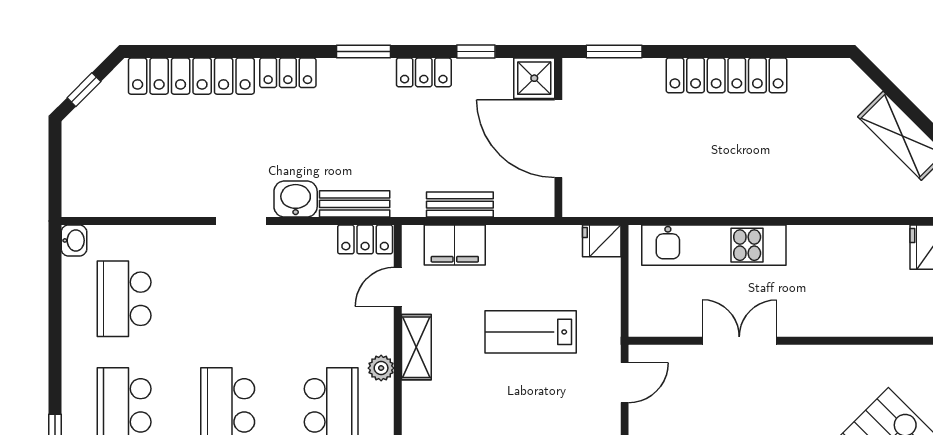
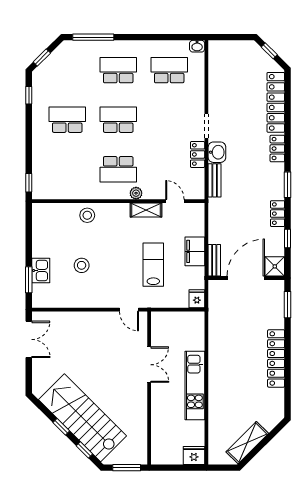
bench: (460, 205) -> (214, 260), moved
locker: (365, 239) -> (198, 154), moved
filing cabinet: (455, 245) -> (195, 251), moved
kitchen unit: (714, 245) -> (195, 385), moved

